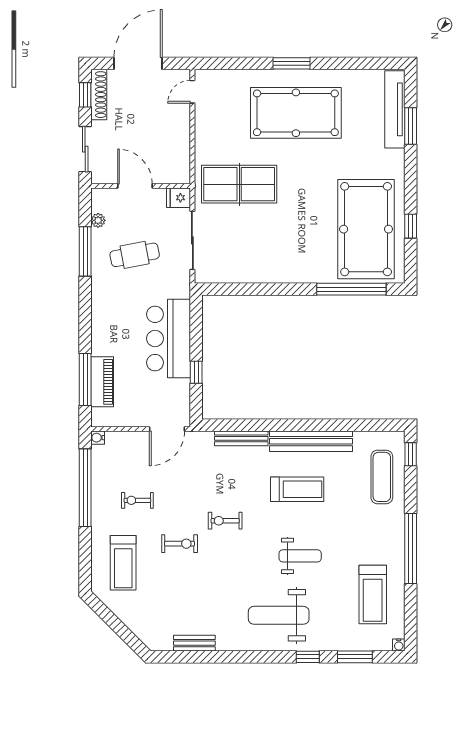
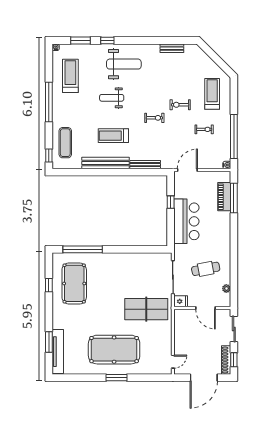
pool table: (366, 229) -> (74, 283), width x0.73, depth x0.76
window: (85, 251) -> (234, 271), removed

